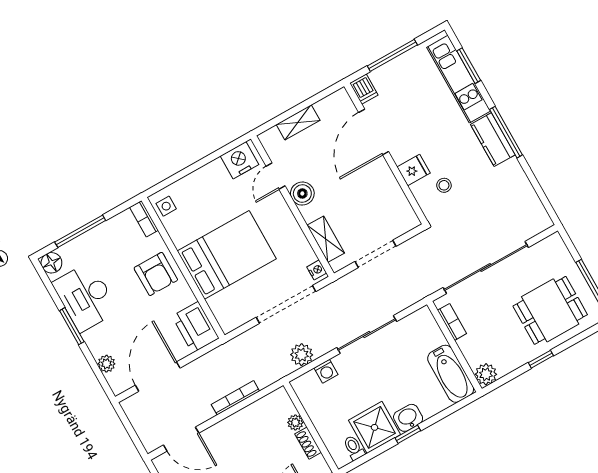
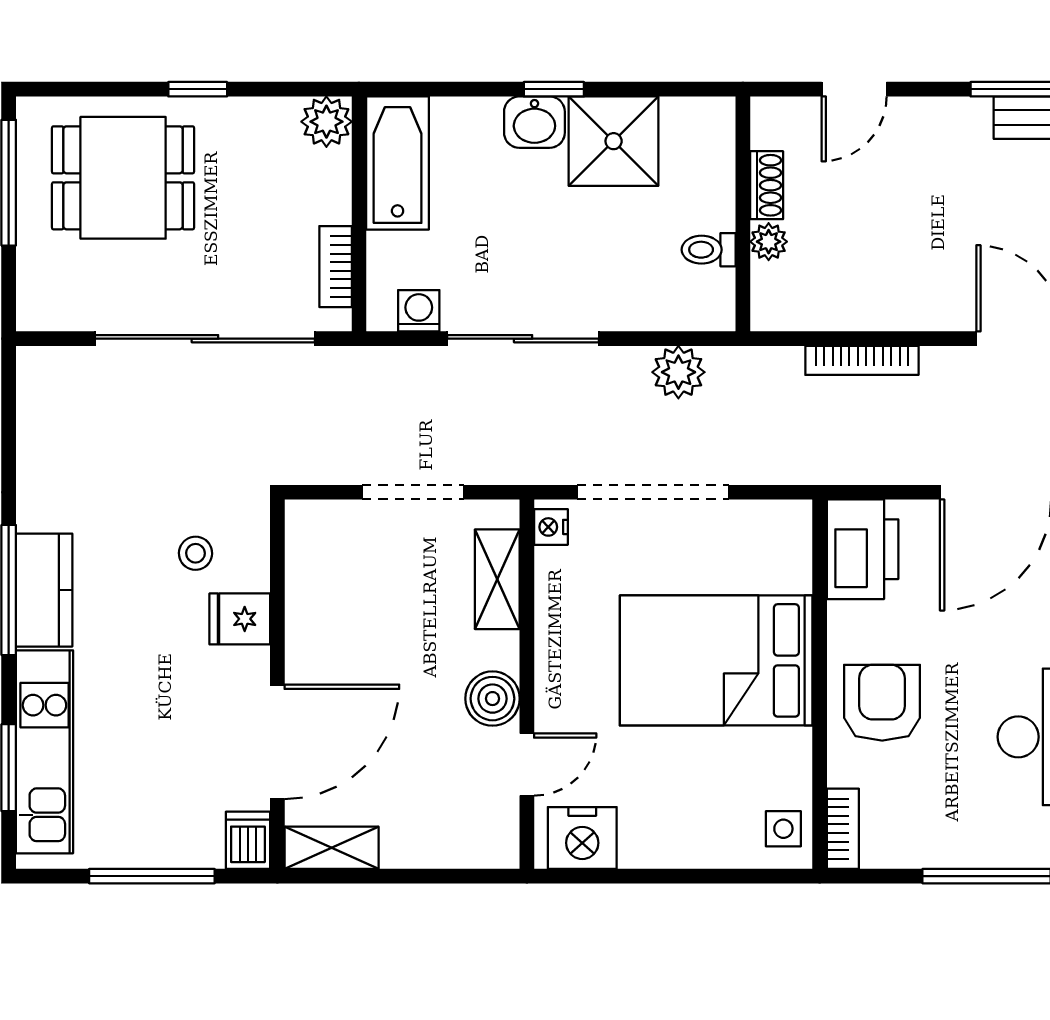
shelving: (298, 122) -> (332, 848), moved
washing machine: (326, 371) -> (419, 311), moved
toilet: (354, 448) -> (709, 250), moved, turned 90

